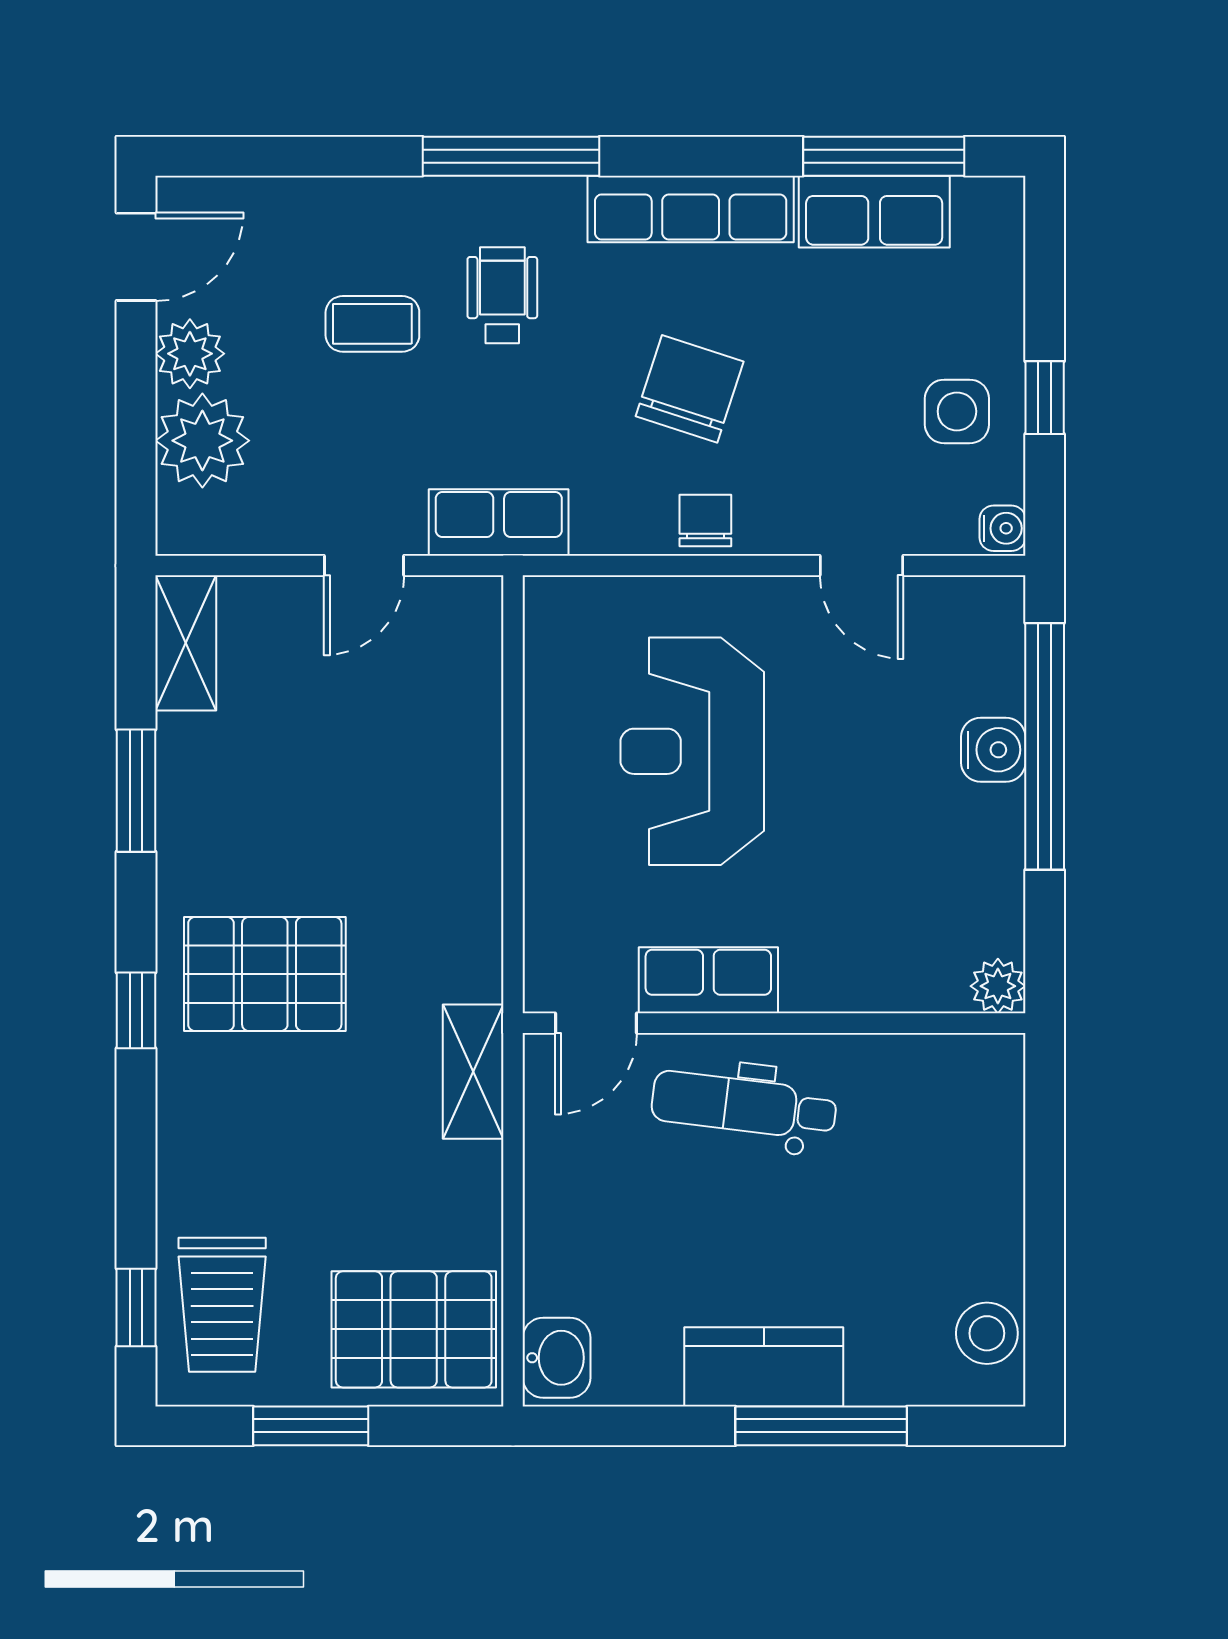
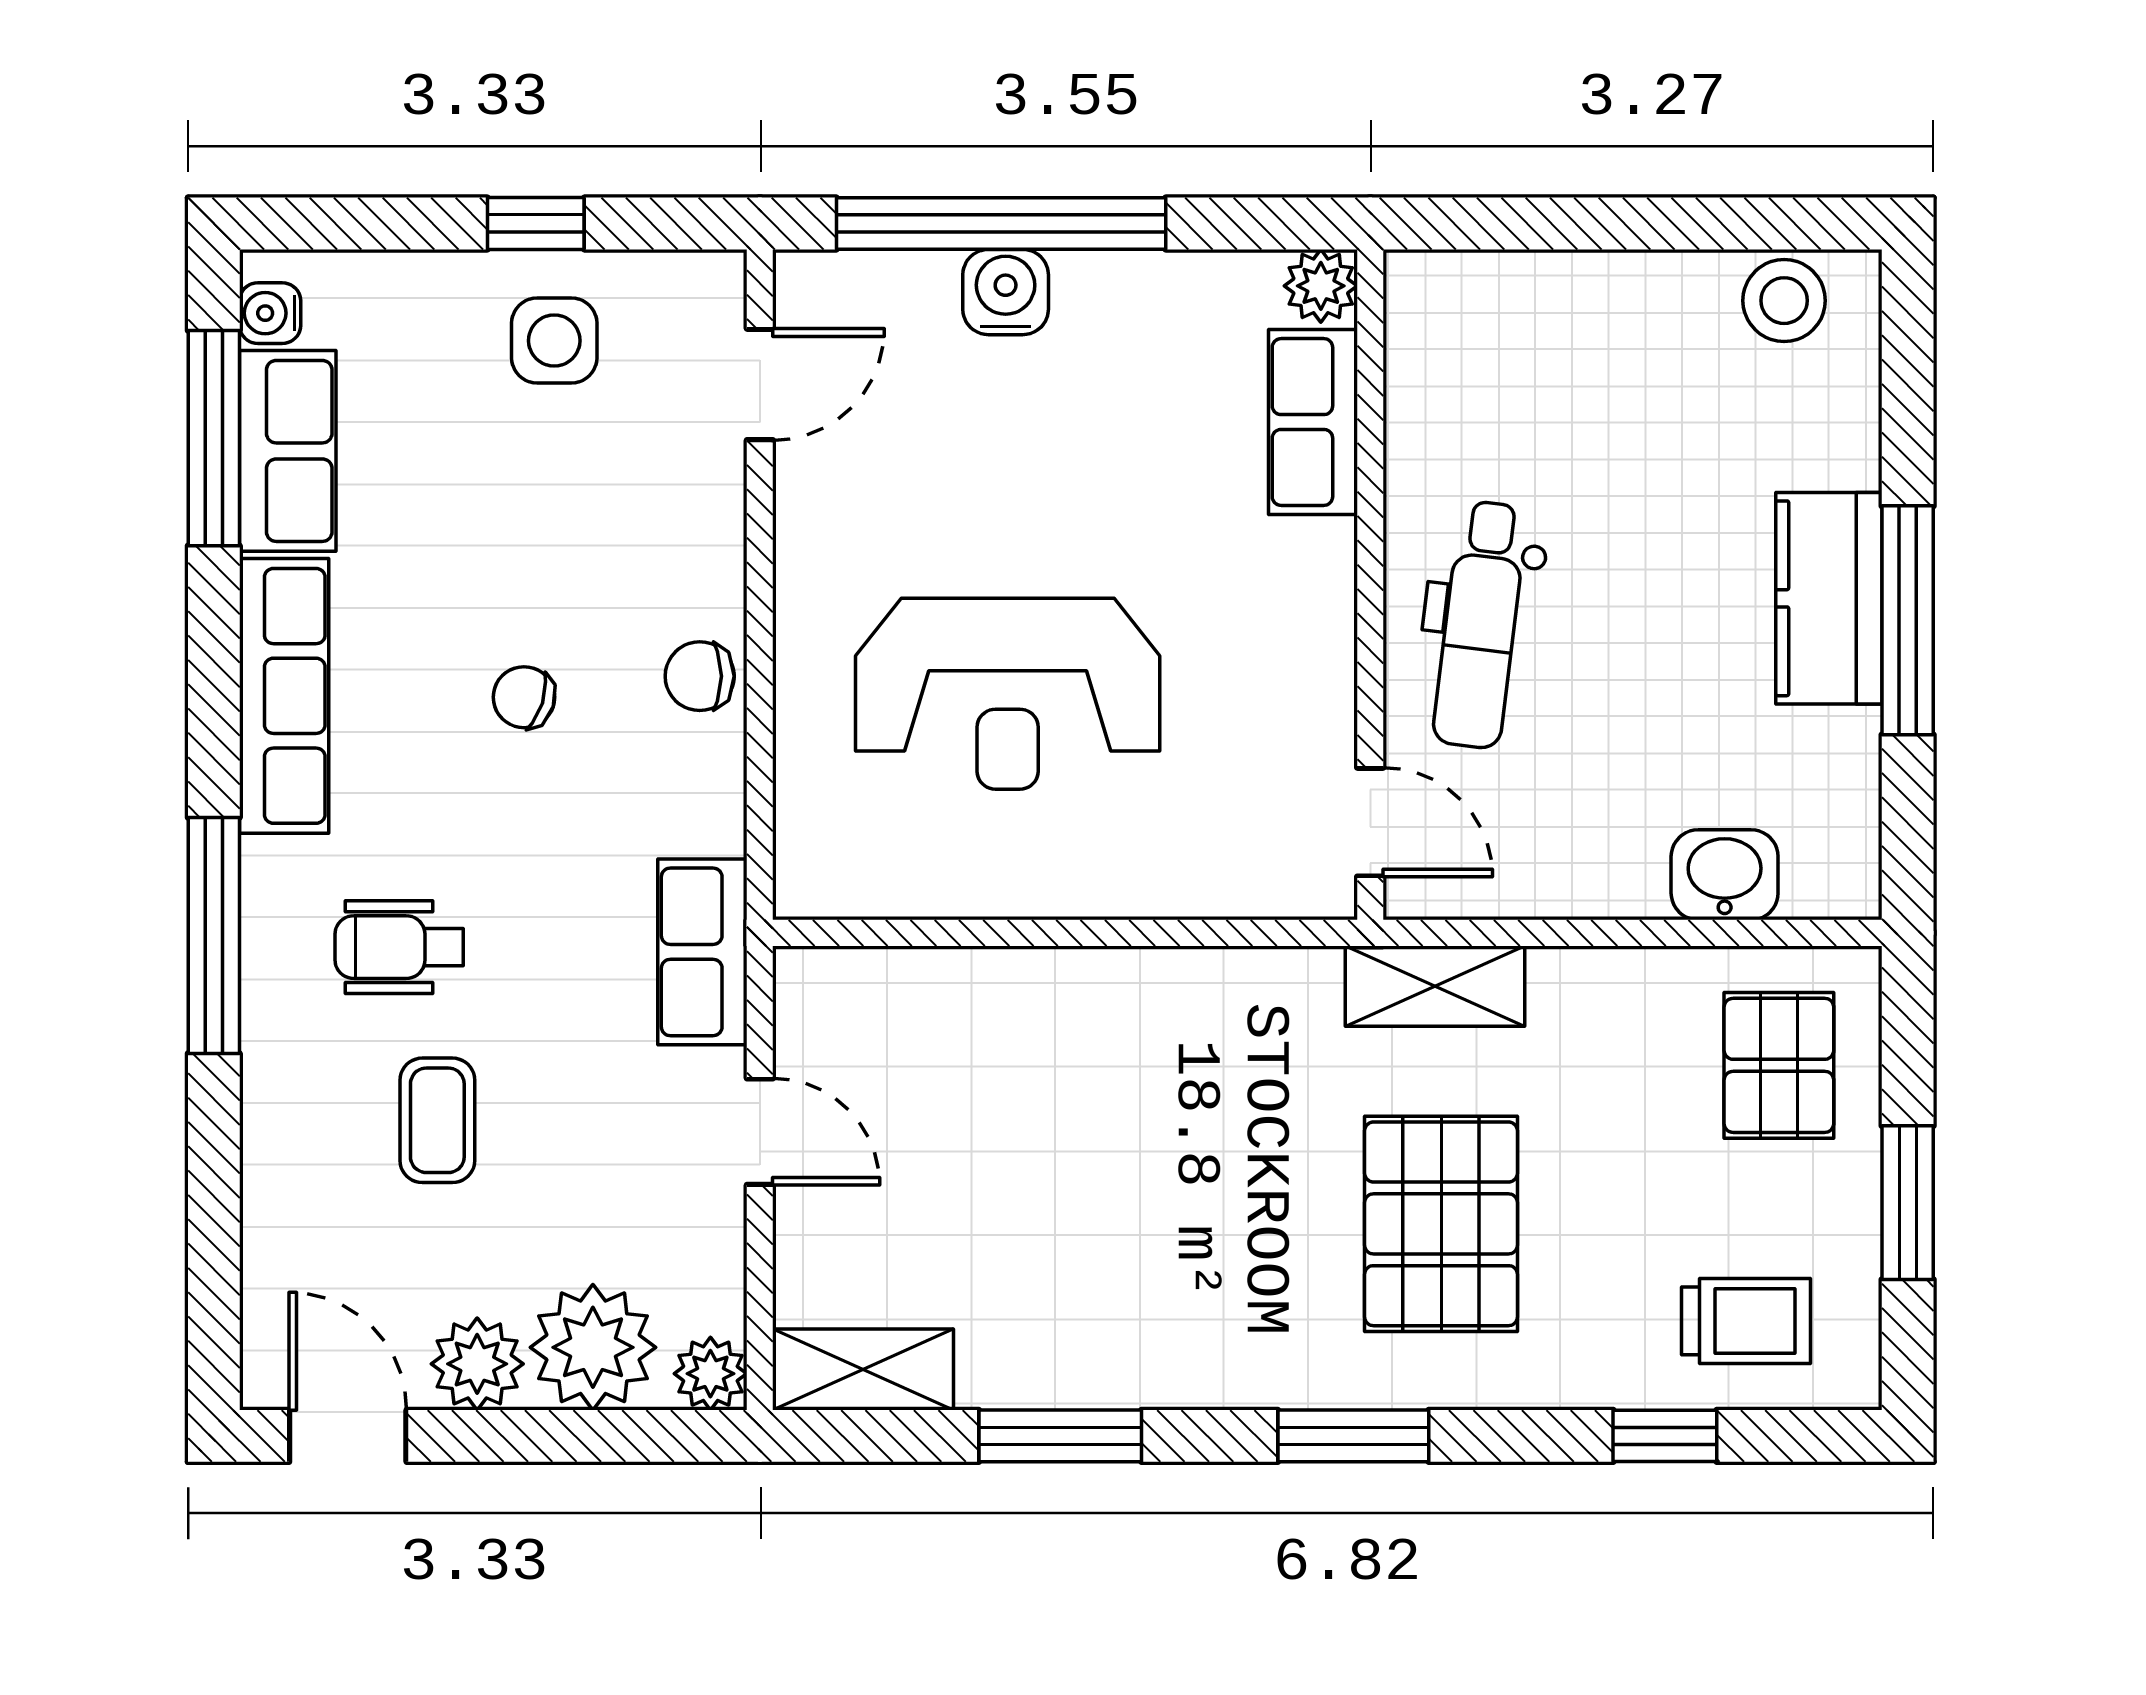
chair: (690, 389) -> (524, 697), width x0.54, depth x0.54
water cooler: (1002, 528) -> (270, 313), moved, turned -90
plant: (183, 529) -> (710, 1374), added
door: (862, 566) -> (760, 384), moved
pallet: (265, 974) -> (1441, 1224), moved
row of seats: (708, 980) -> (1313, 422), moved
window: (136, 1010) -> (1353, 1436), width x1.50
trolley: (222, 1305) -> (1746, 1321), width x0.73, depth x0.72
window: (136, 1308) -> (1665, 1436), moved
pallet: (414, 1329) -> (1779, 1065), width x0.67, depth x0.71
washbasin: (557, 1358) -> (1725, 875), moved
window: (821, 1426) -> (1908, 620), moved

